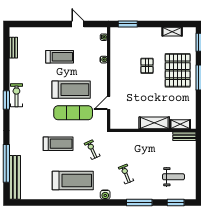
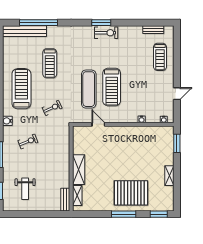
shelving: (172, 32) -> (169, 176), moved
treadmill: (60, 57) -> (160, 57), moved
pallet: (147, 66) -> (135, 162), removed
treadmill: (58, 144) -> (50, 63), moved
treadmill: (73, 180) -> (21, 89), turned 180

